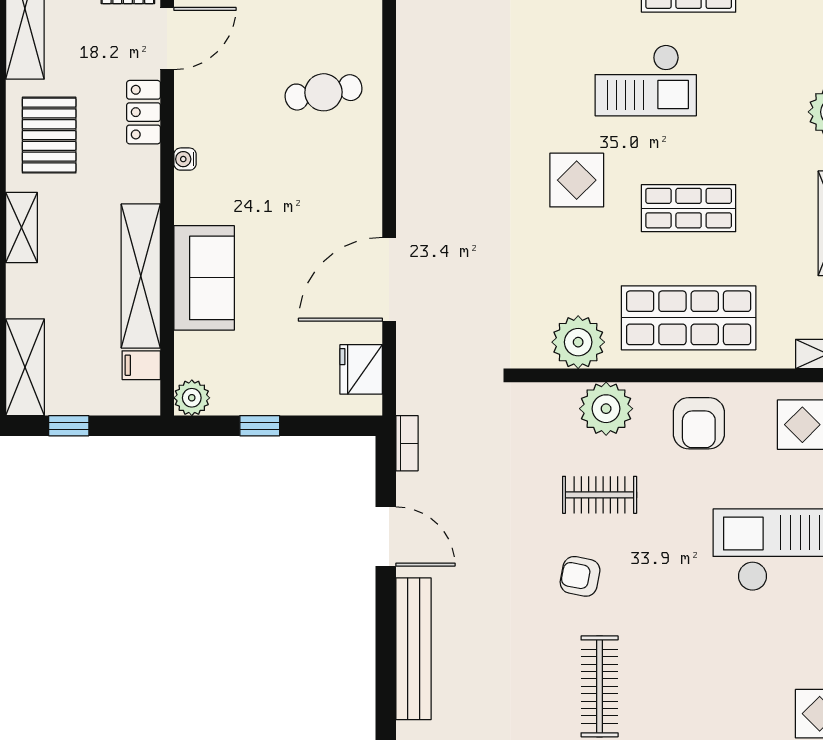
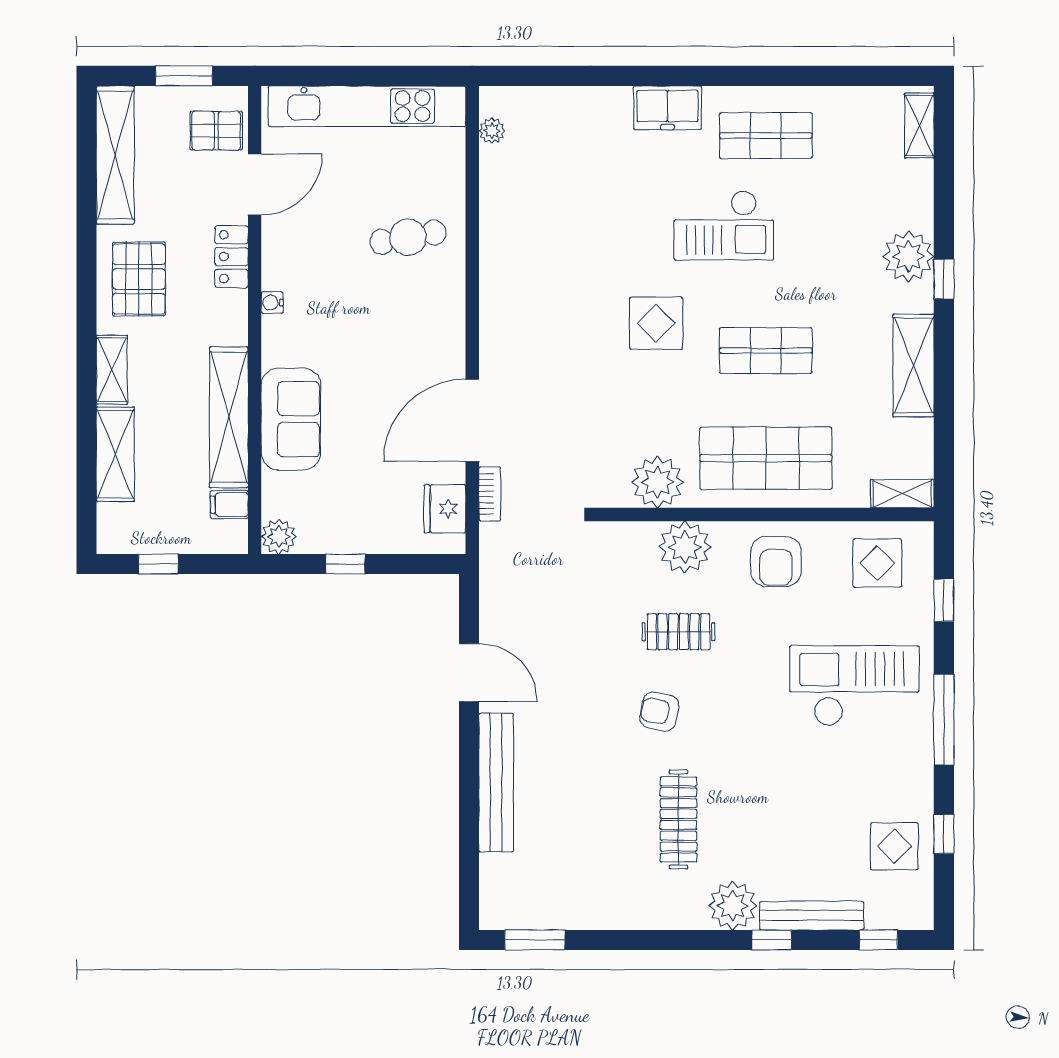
shelving: (25, 367) -> (115, 454), moved
bookcase: (407, 443) -> (490, 494), moved

